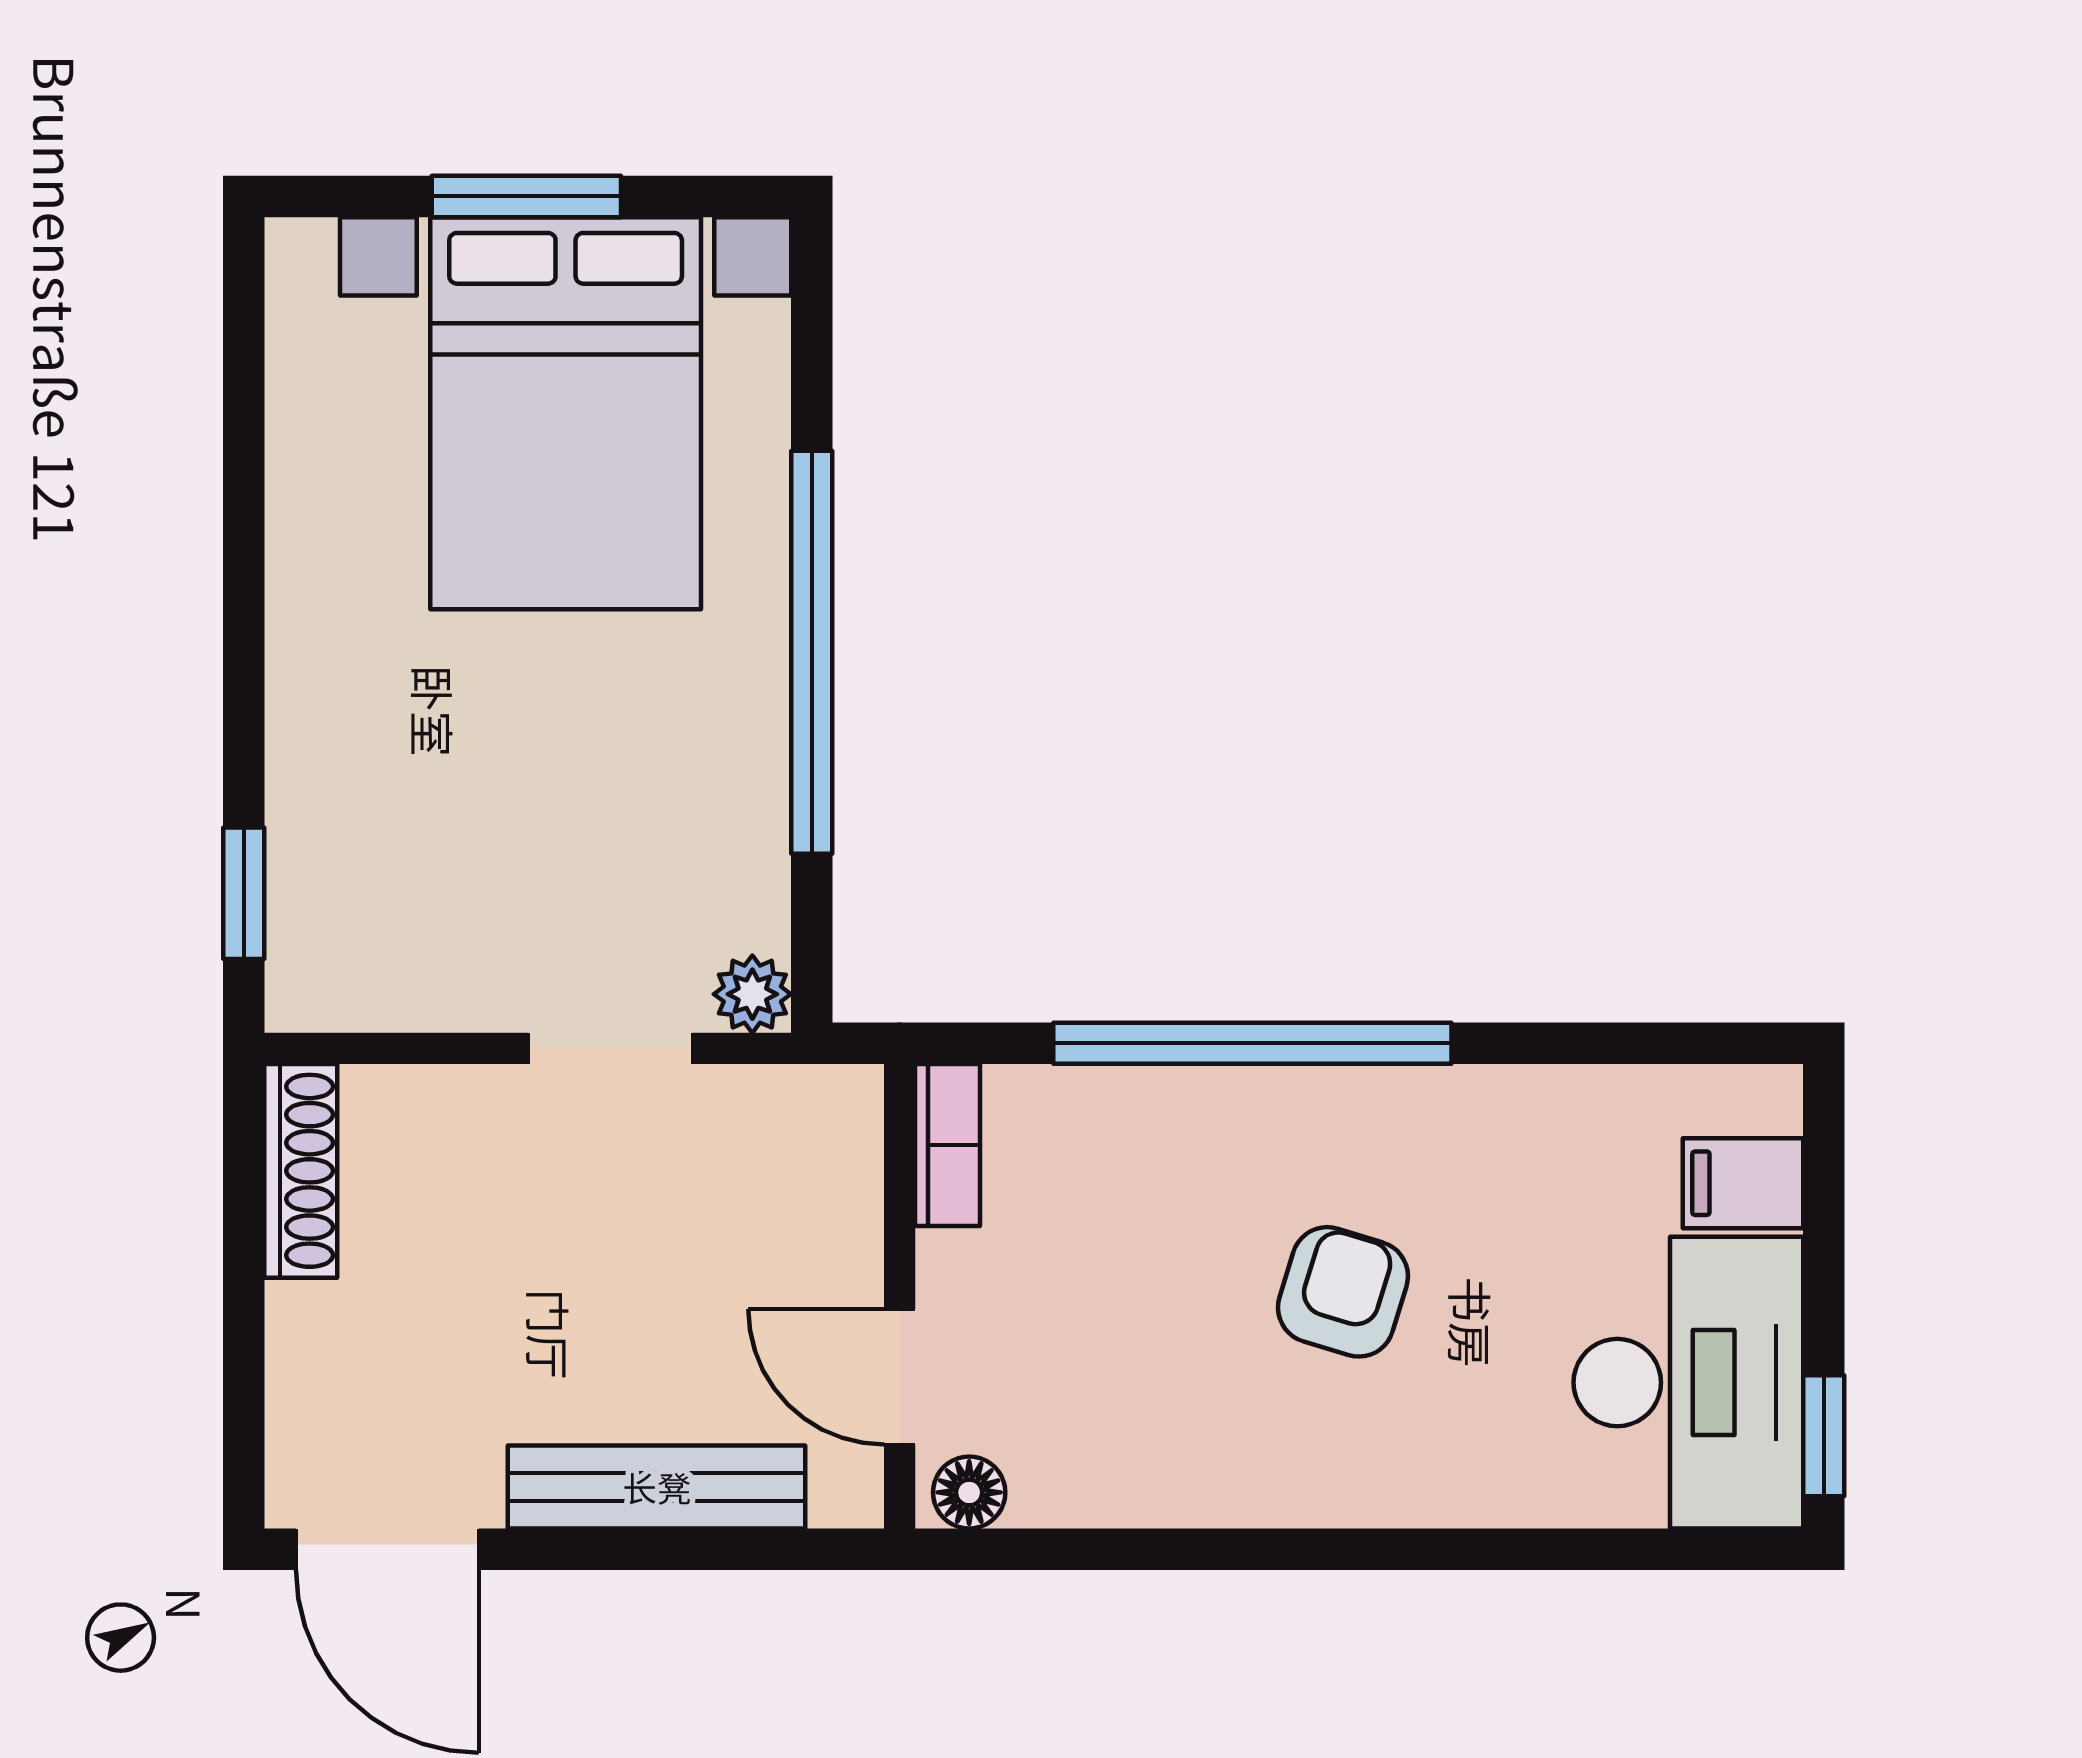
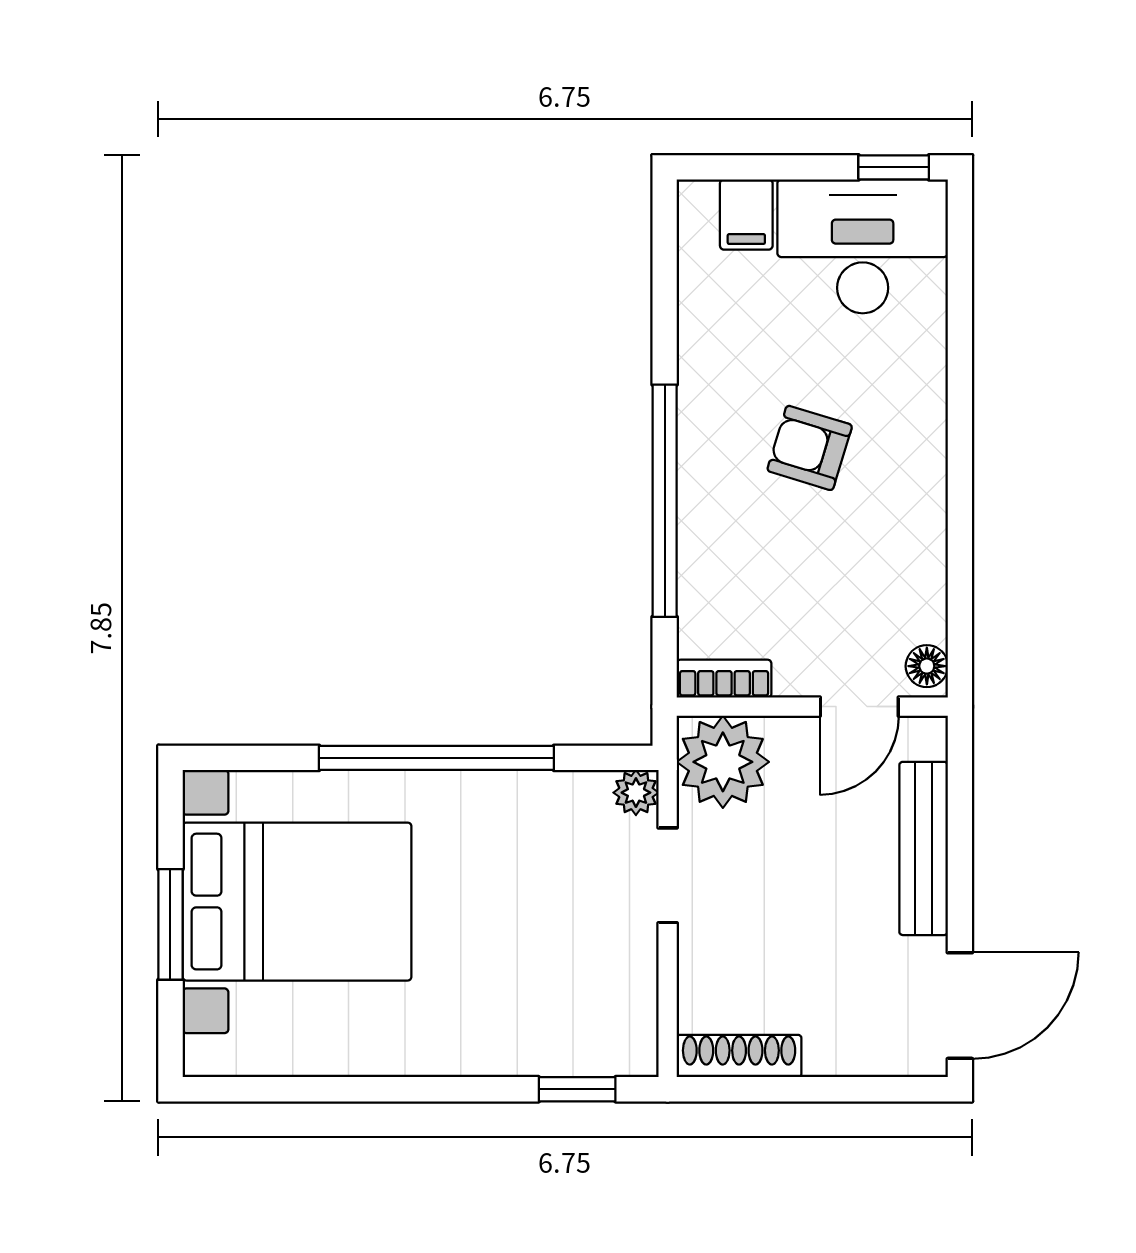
plant: (805, 1143) -> (723, 762), added

